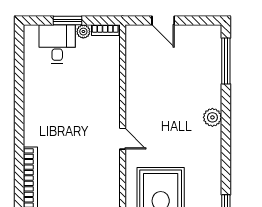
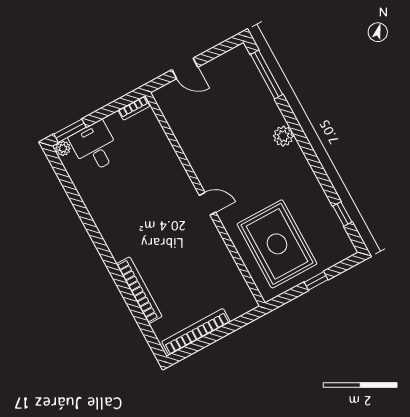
window: (67, 21) -> (70, 131), moved
plant: (83, 32) -> (63, 148), moved

